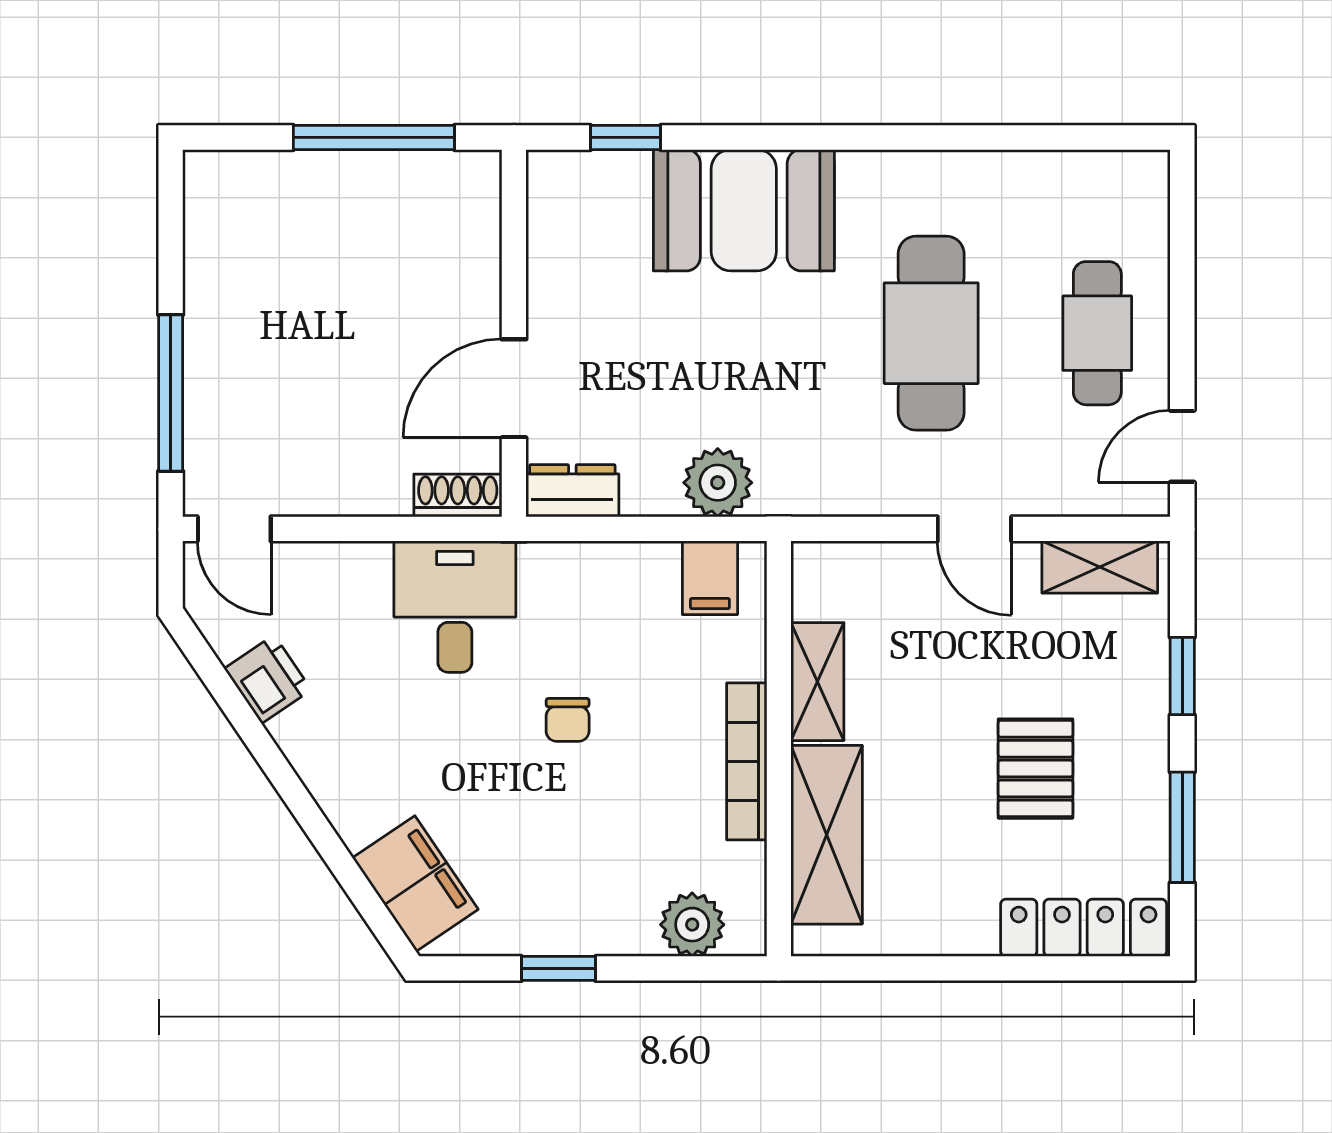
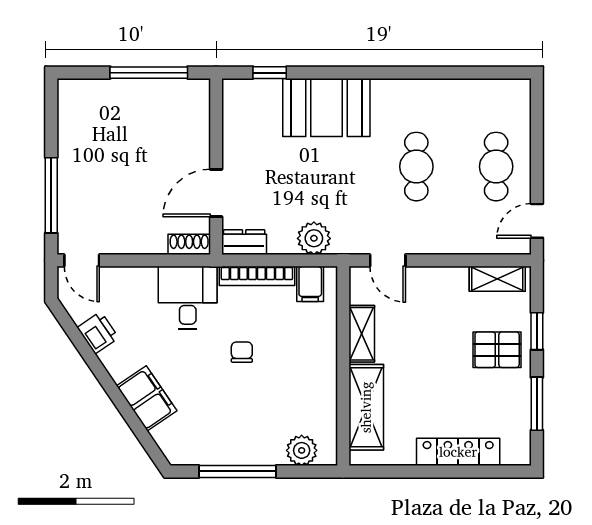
cafe table: (931, 333) -> (416, 167), width x0.73, depth x0.74
door: (974, 529) -> (388, 260), moved
chair: (568, 720) -> (242, 352), turned 180
bookcase: (747, 761) -> (257, 276), moved, turned -90
pallet: (1036, 769) -> (497, 350), moved, turned 90
filing cabinet: (415, 884) -> (147, 398), moved
locker: (1084, 928) -> (458, 452), moved
window: (559, 968) -> (237, 471), width x2.17

